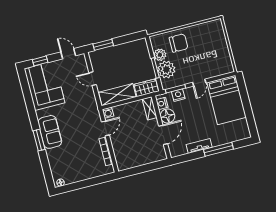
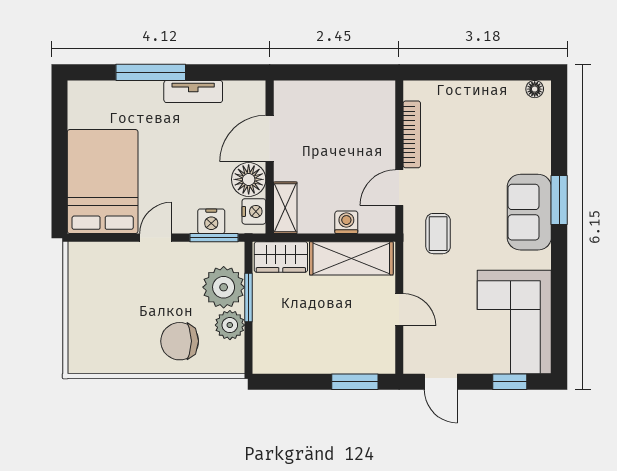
washing machine: (108, 113) -> (346, 222), moved
coffee table: (85, 114) -> (438, 234), added

